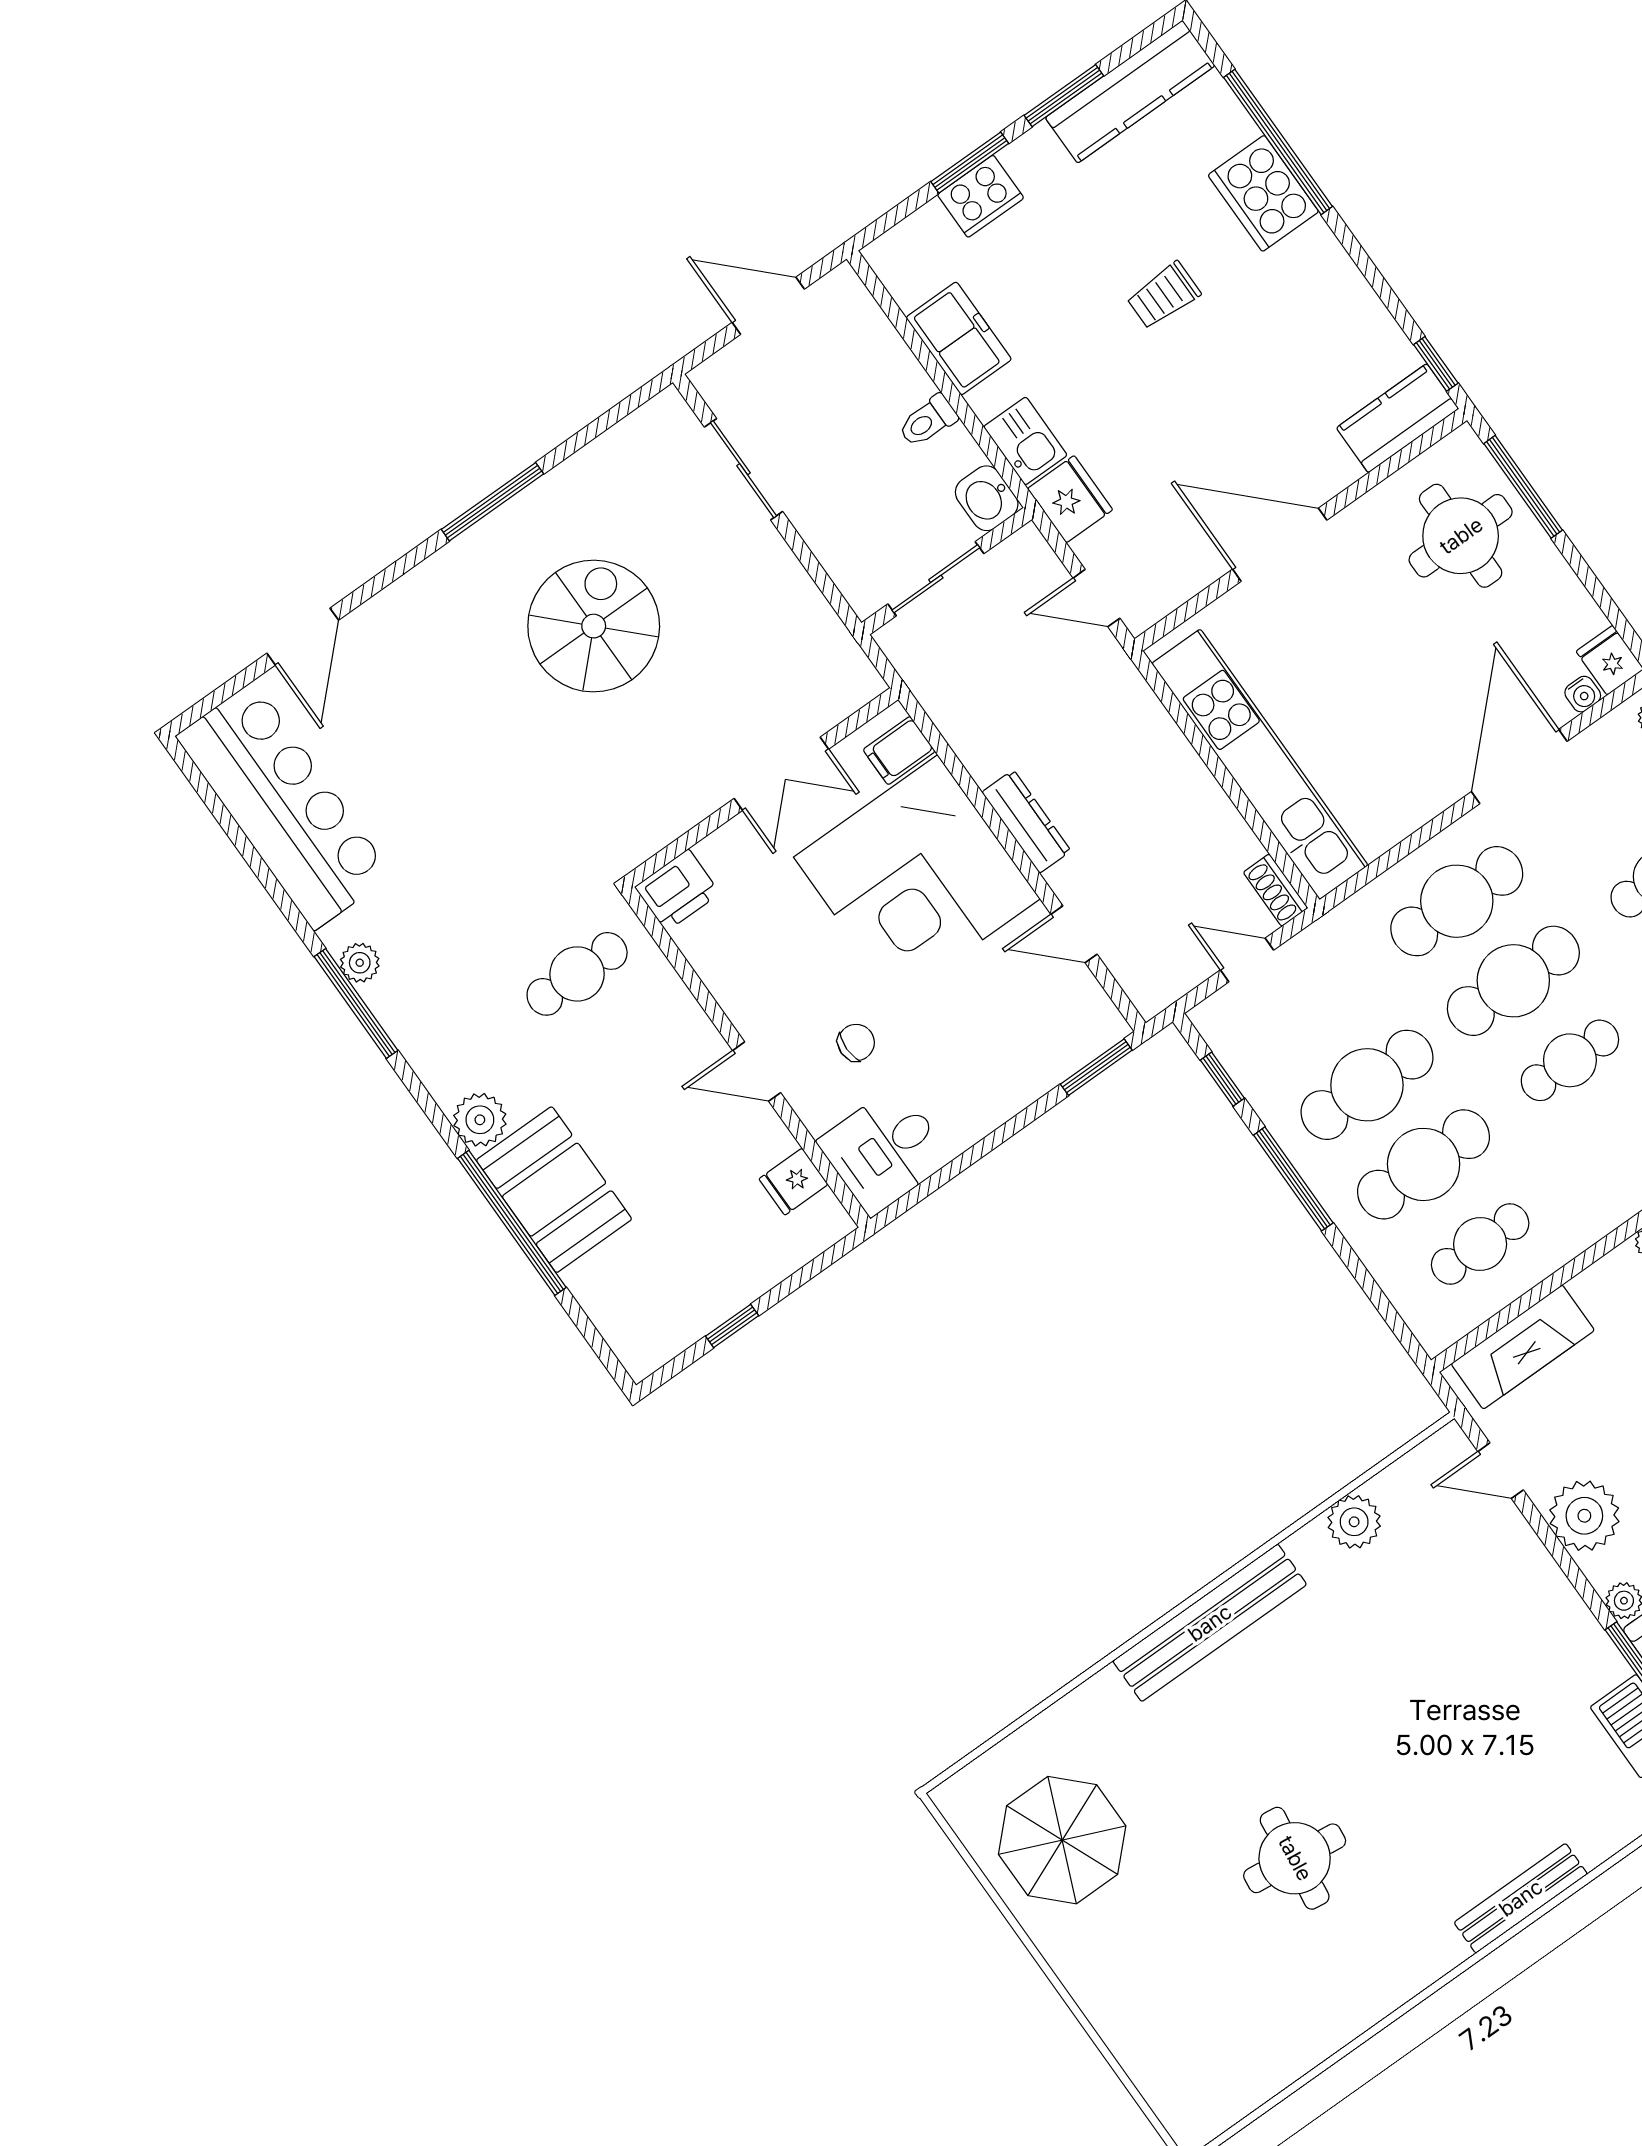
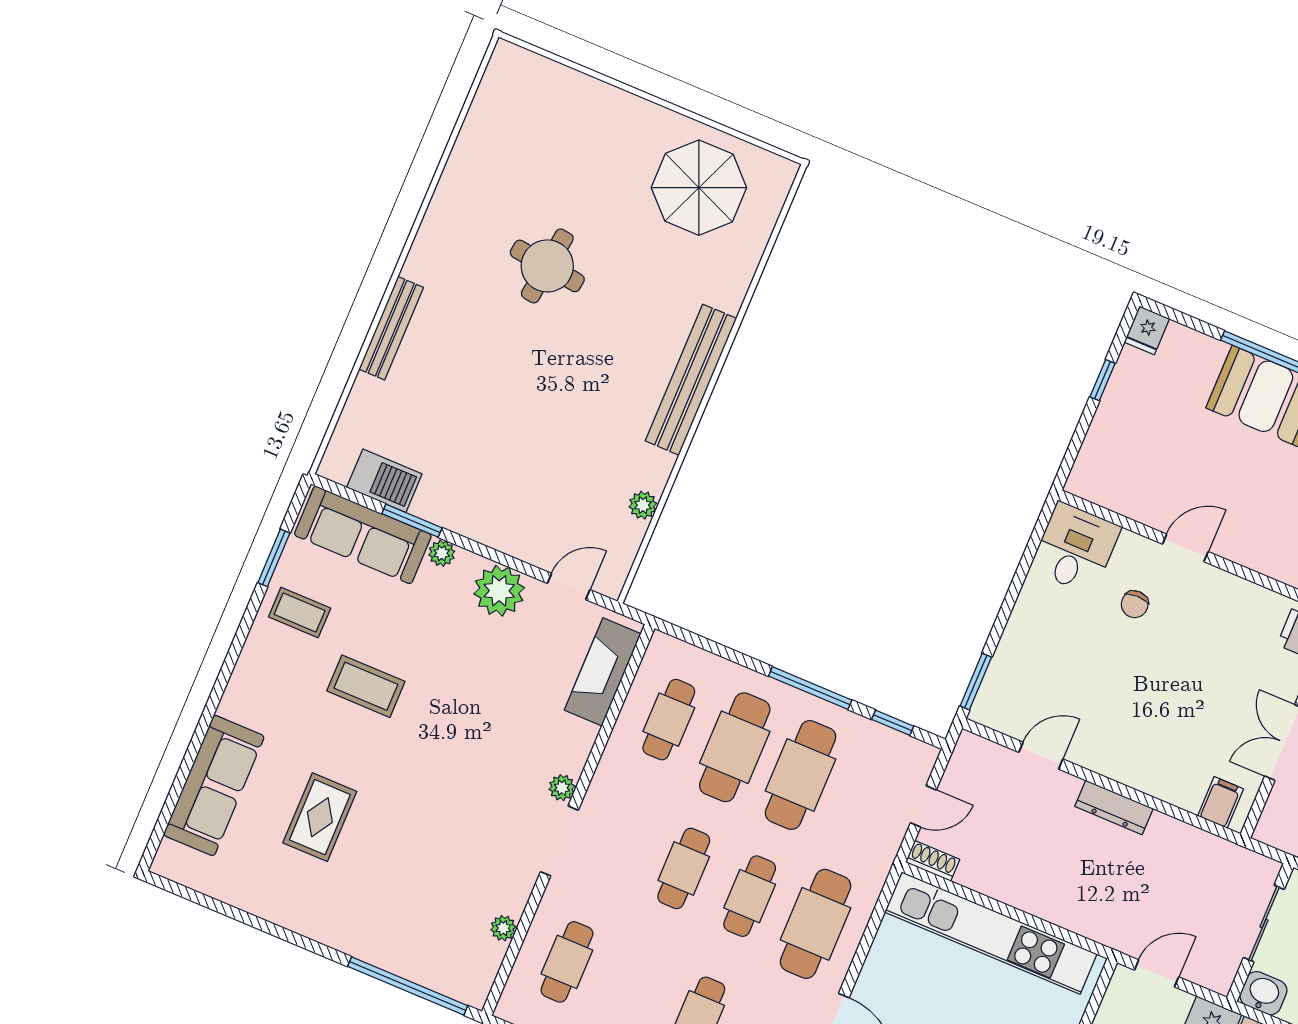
corner desk: (917, 878) -> (1160, 730), removed
cafe table: (1513, 981) -> (750, 896), width x0.73, depth x0.74
fridge: (793, 1182) -> (1147, 330), moved, turned 180
plant: (1354, 1522) -> (643, 505), width x0.73, depth x0.73

